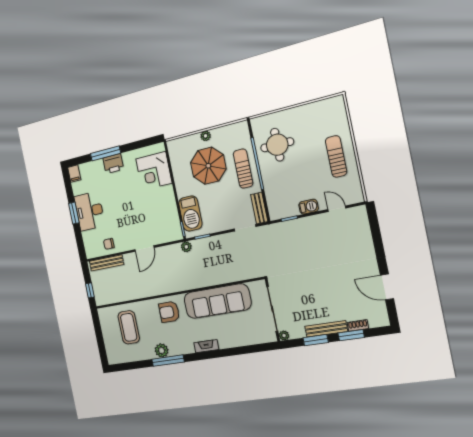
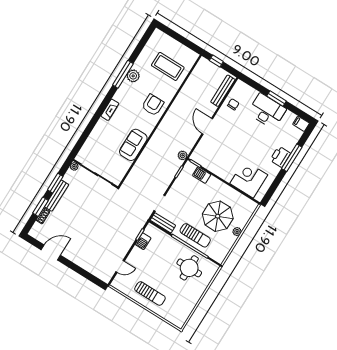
barbecue: (309, 207) -> (143, 241), moved
barbecue: (190, 214) -> (202, 175), width x0.53, depth x0.65
sofa: (217, 301) -> (133, 145), width x0.54, depth x0.79

